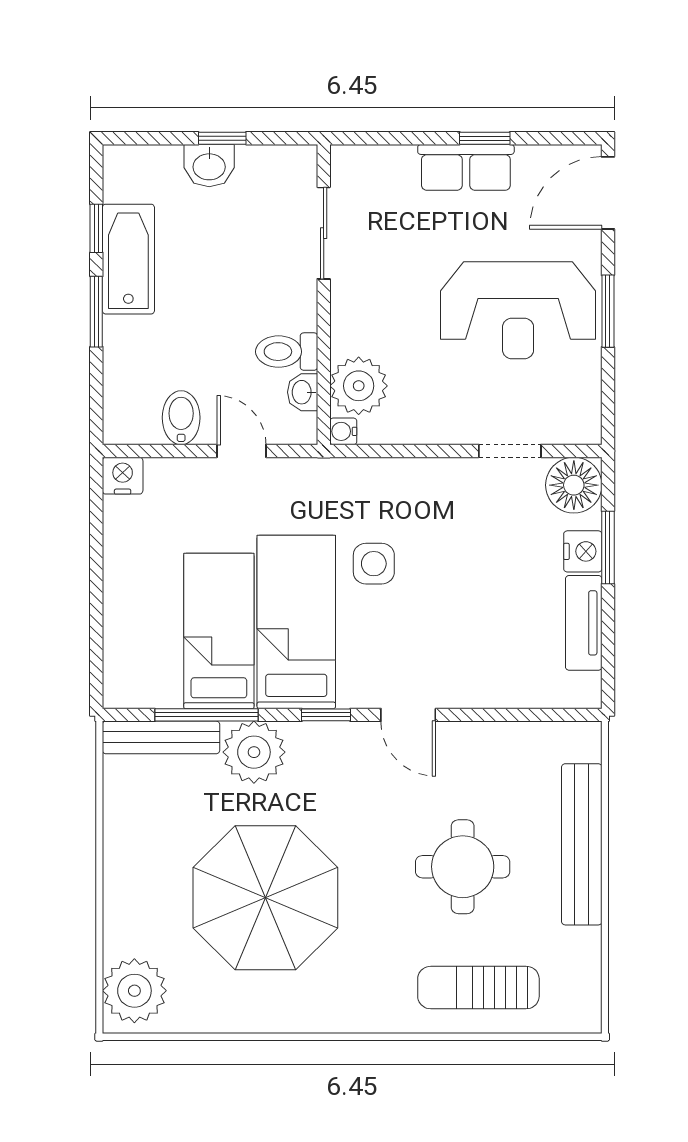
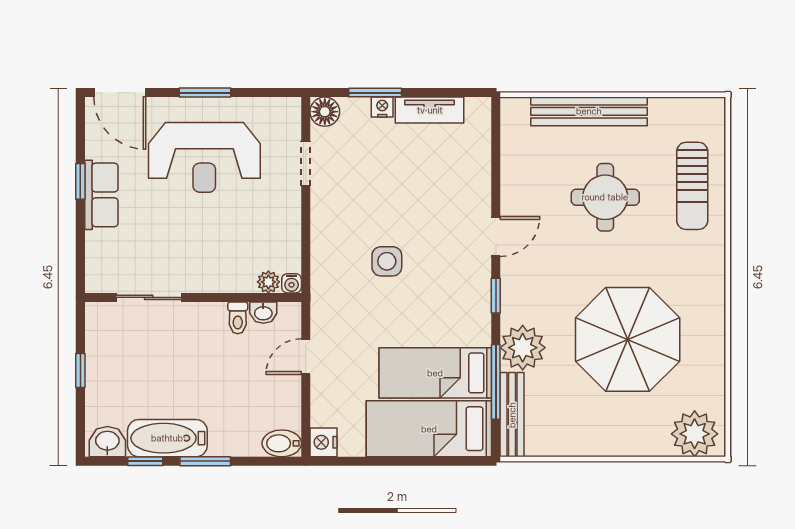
washbasin: (209, 166) -> (107, 442), moved, turned -90
reception desk: (518, 310) -> (204, 157), turned 90
toilet: (287, 352) -> (238, 318), width x0.73, depth x0.72
plant: (359, 386) -> (268, 282), width x0.53, depth x0.53
bidet: (181, 418) -> (282, 443), moved
floor lamp: (574, 485) -> (325, 112), width x0.73, depth x0.73
nightstand: (583, 551) -> (382, 107), width x0.72, depth x0.74
bed: (296, 622) -> (429, 429), moved

